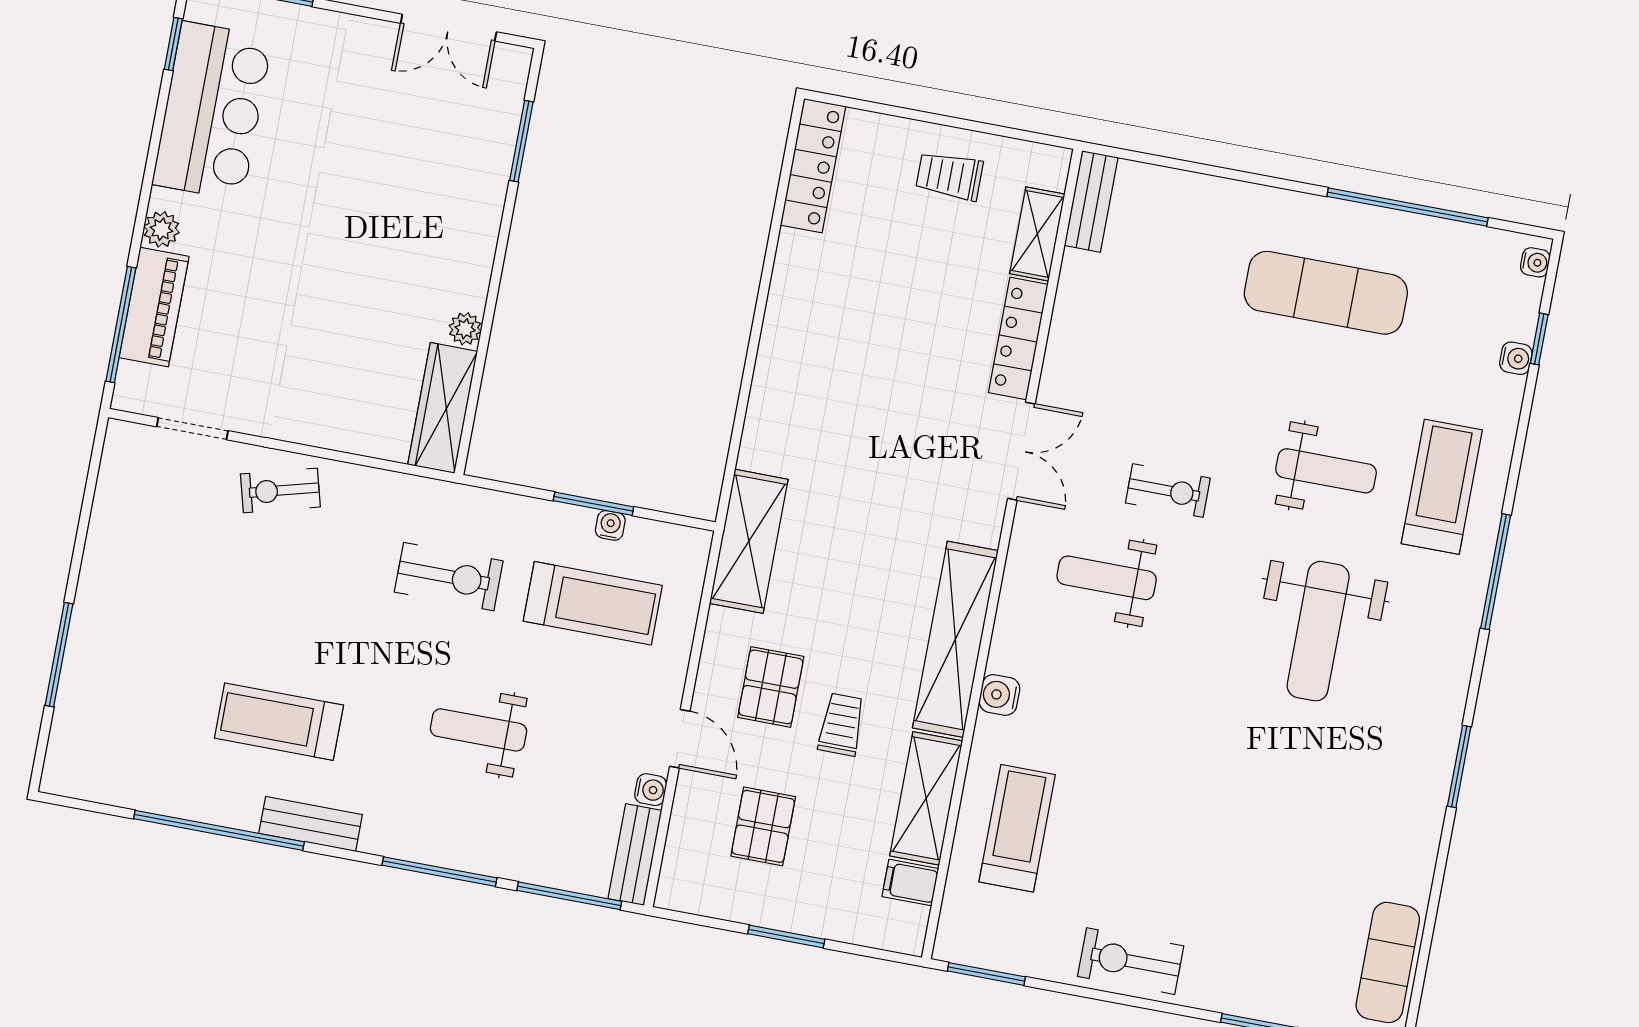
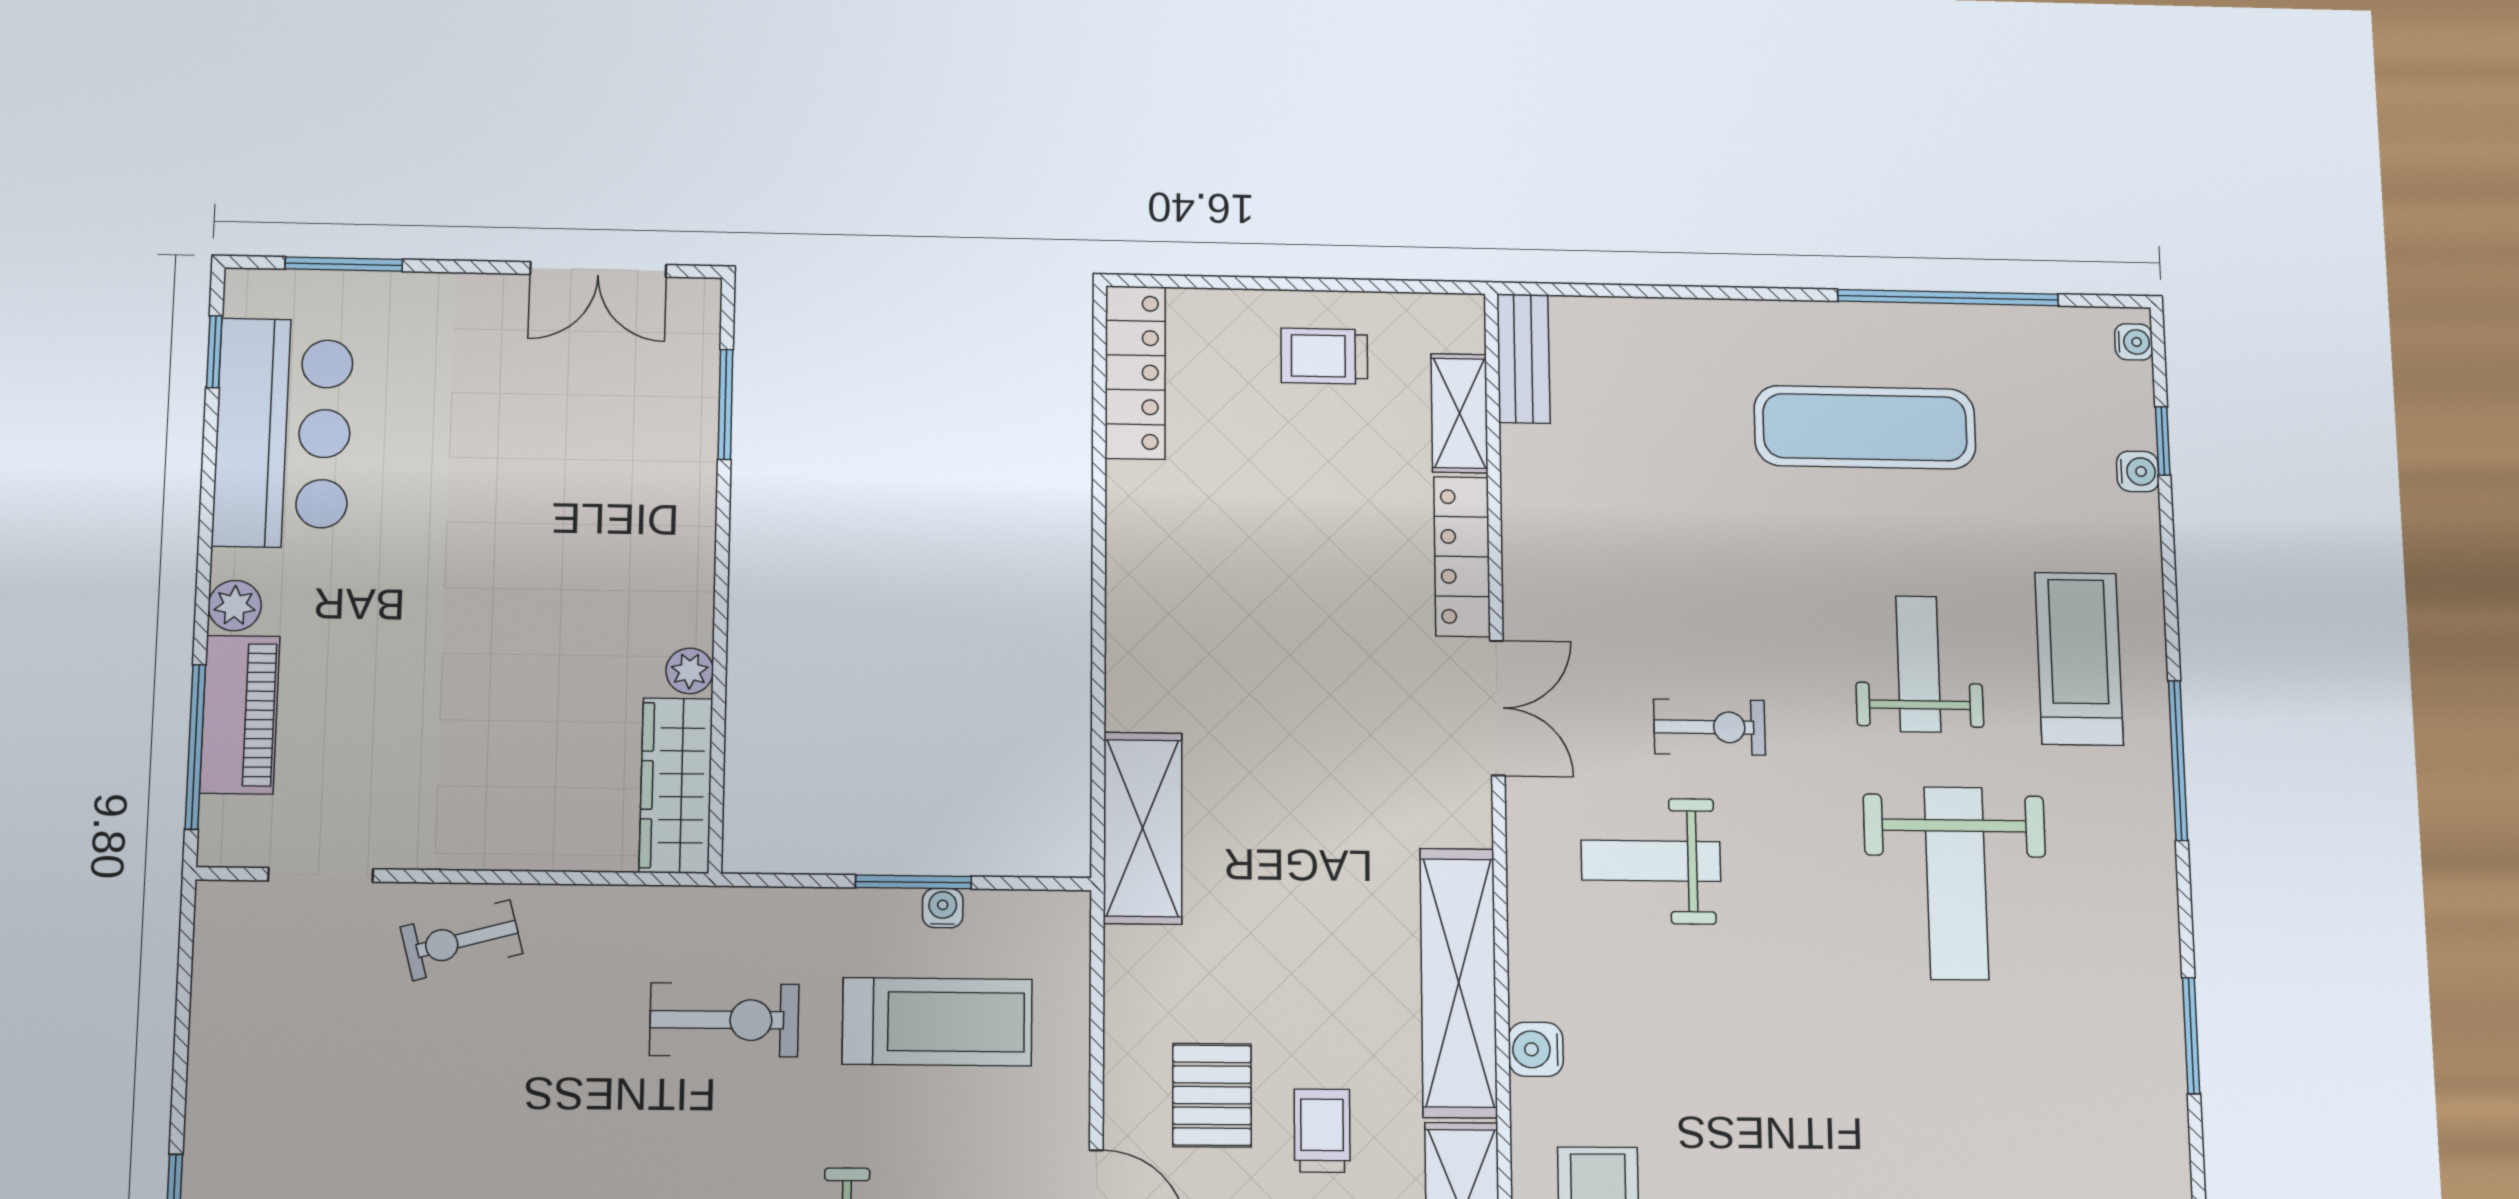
weight bench: (1326, 471) -> (1918, 664), turned -90
shelving: (749, 541) -> (1143, 828), moved

